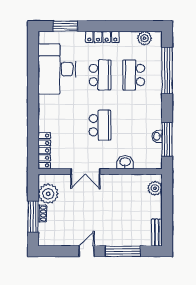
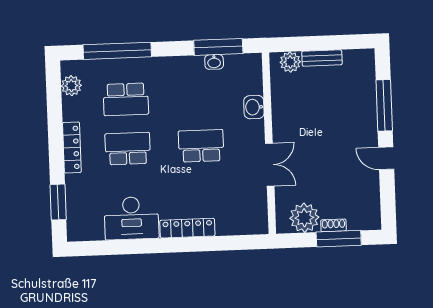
desk: (57, 69) -> (131, 218), width x0.73, depth x0.77
locker: (44, 150) -> (187, 228), moved
bench: (157, 233) -> (322, 58), moved

